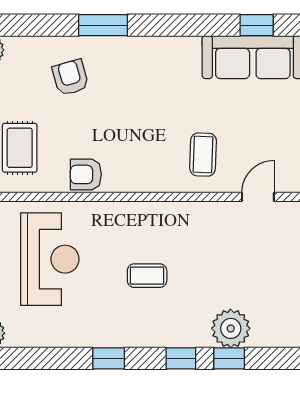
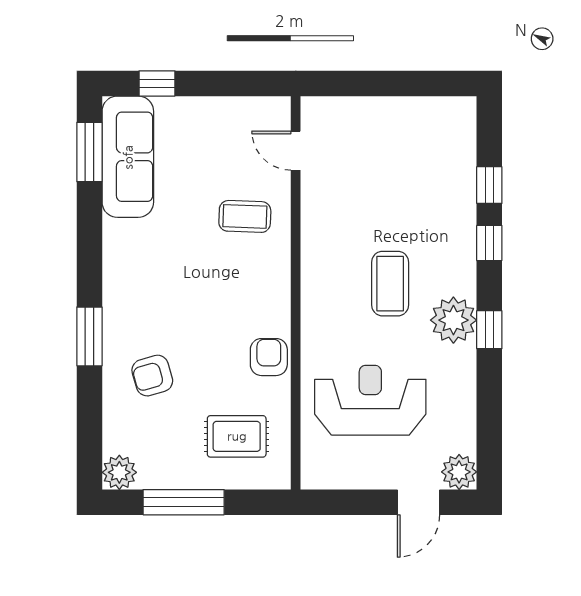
window: (257, 25) -> (89, 152), width x1.50
armchair: (86, 174) -> (269, 357), turned 180
coffee table: (147, 276) -> (390, 284), width x1.36, depth x1.30
plant: (231, 328) -> (453, 320), moved

